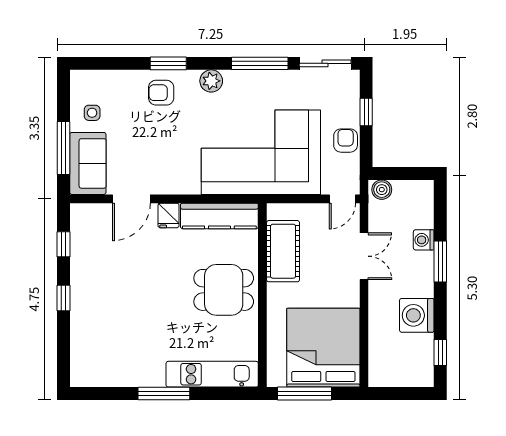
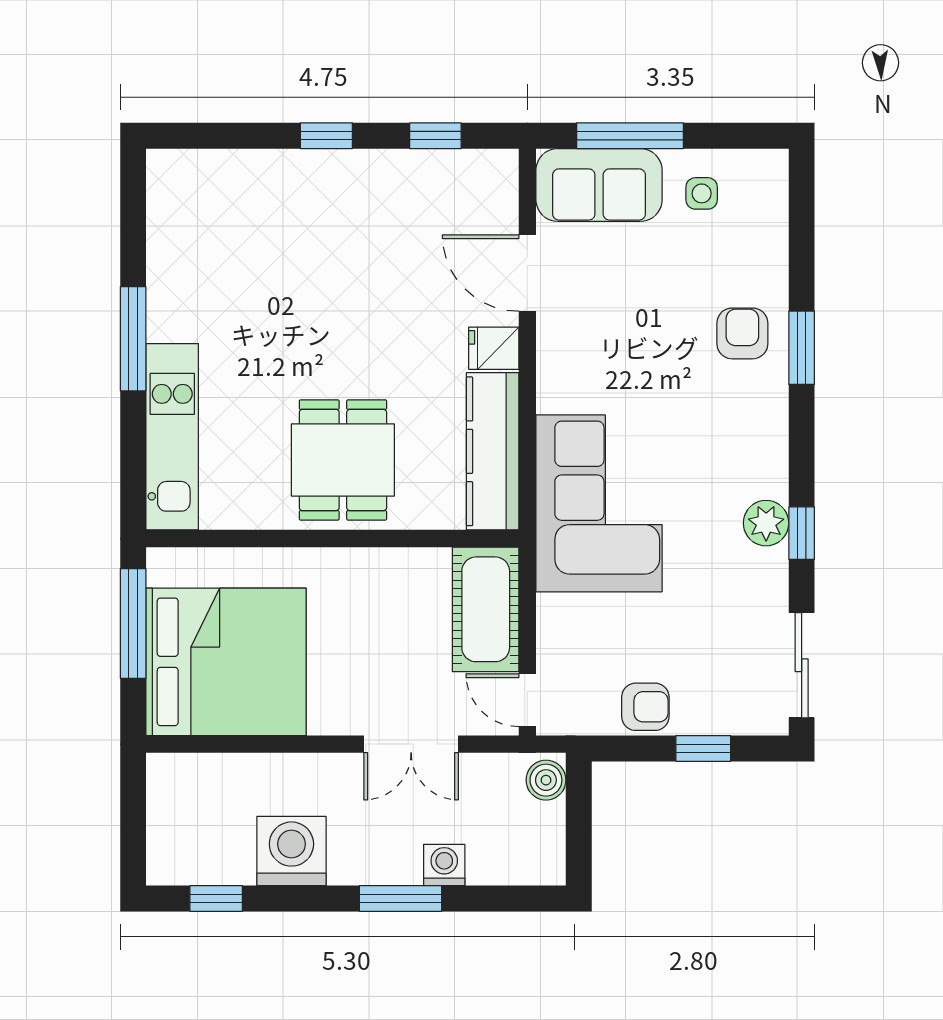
window: (260, 63) -> (802, 533), width x0.46
plant: (211, 81) -> (766, 523), moved
corner sofa: (261, 152) -> (599, 503), width x0.73, depth x0.74
cot: (283, 251) -> (486, 609), moved, turned 90

